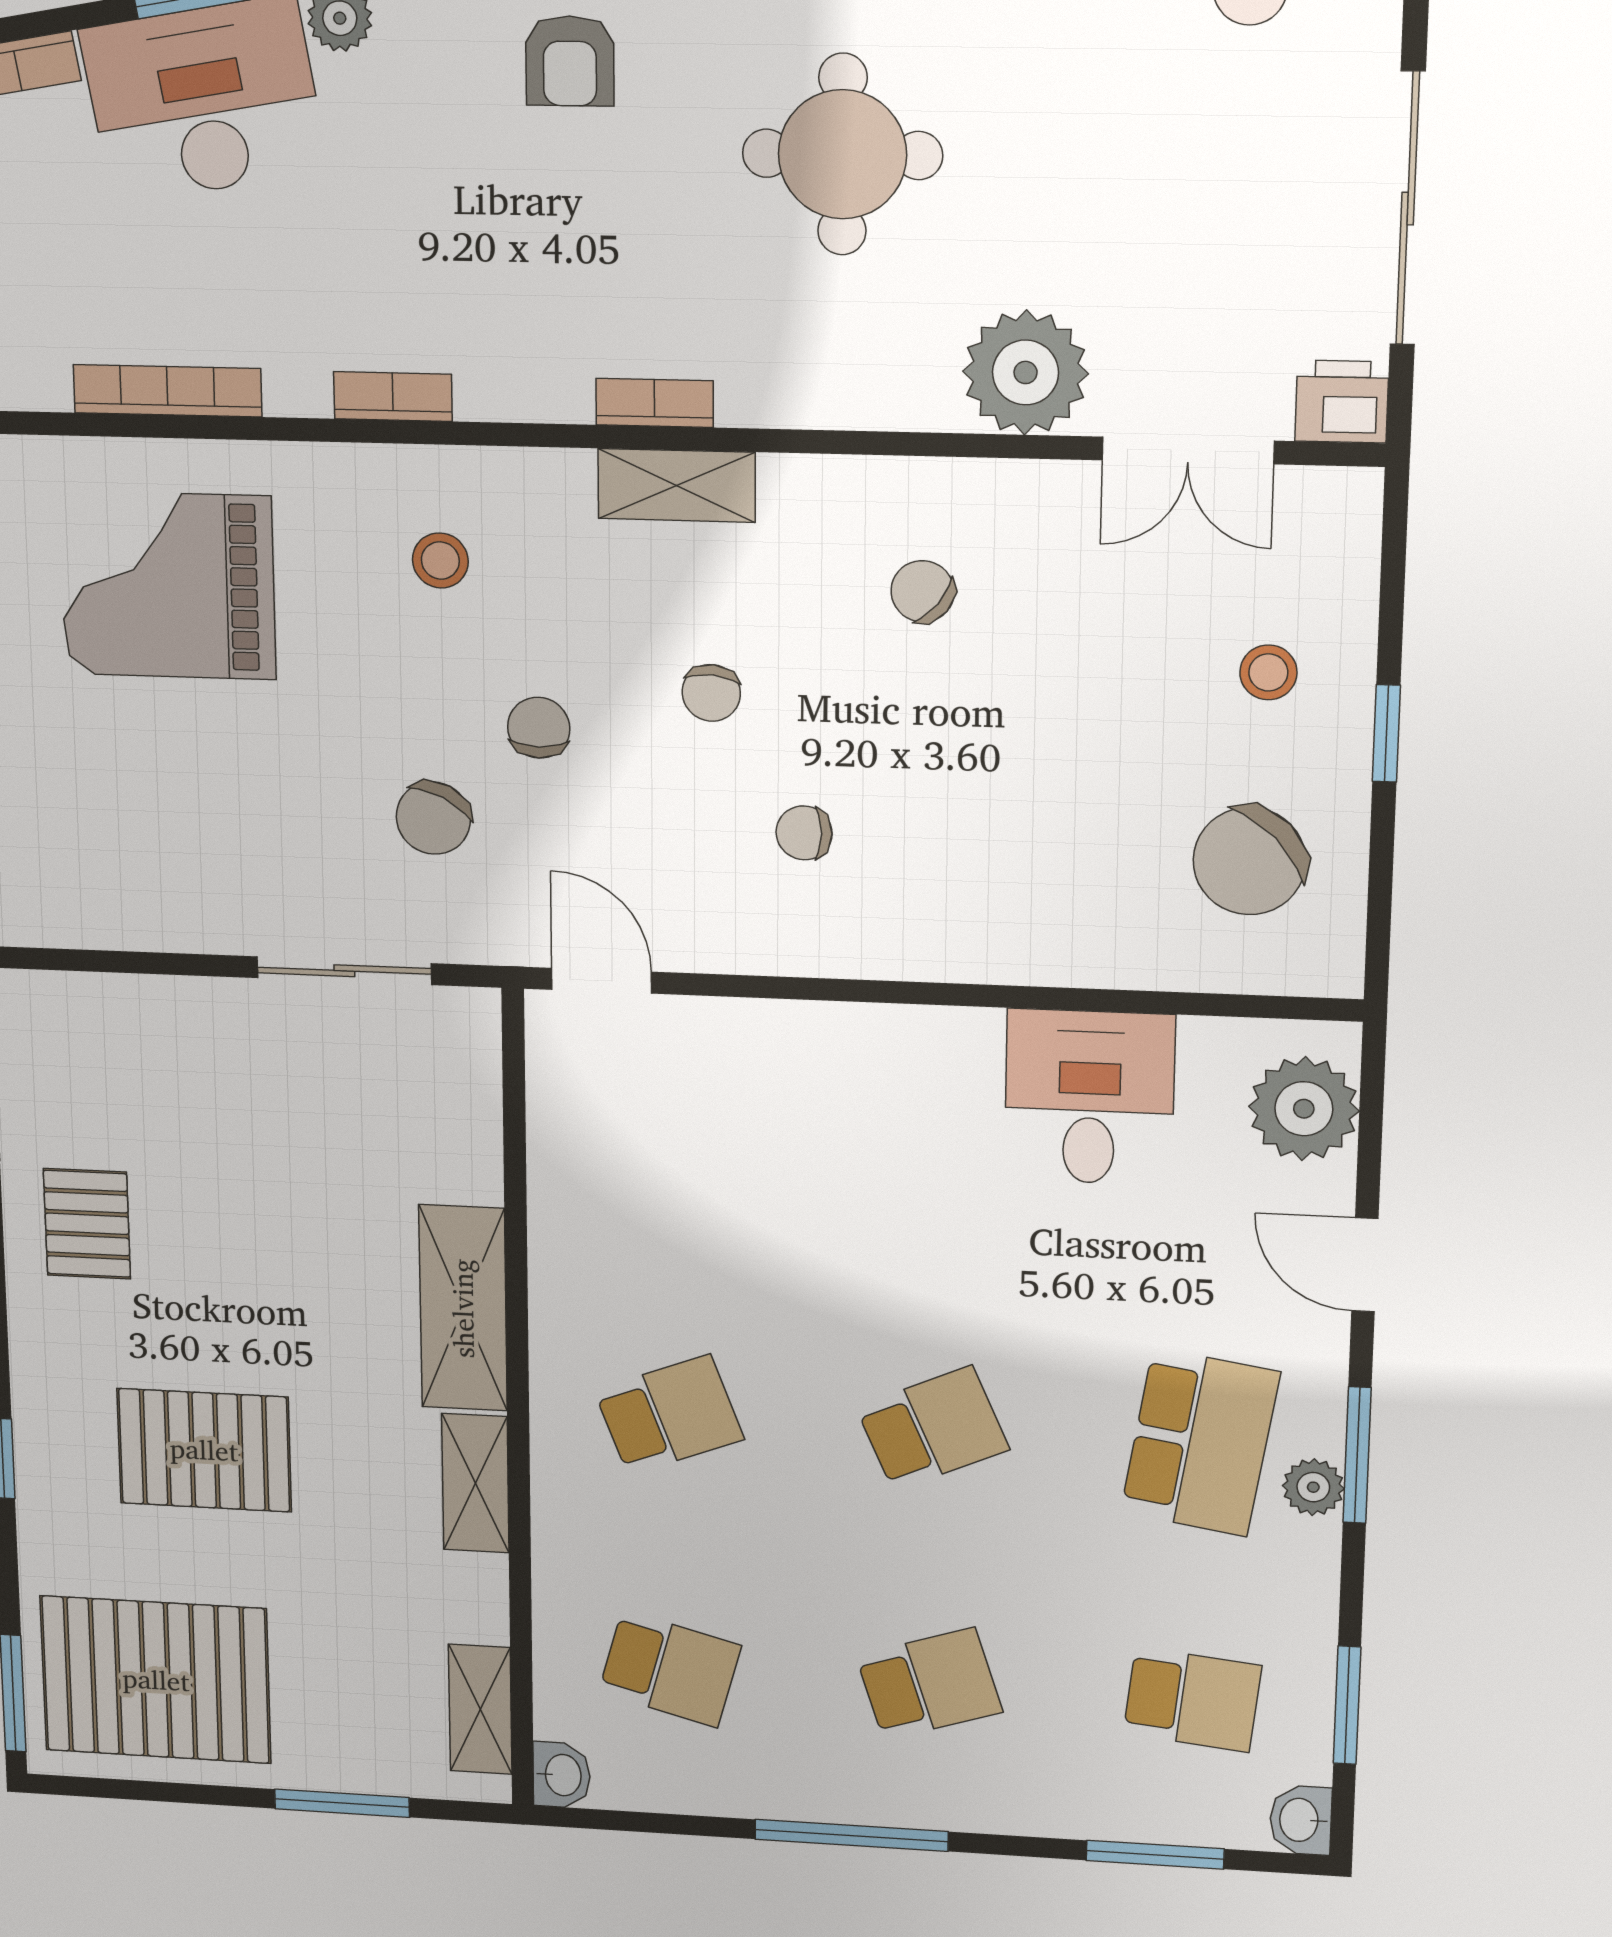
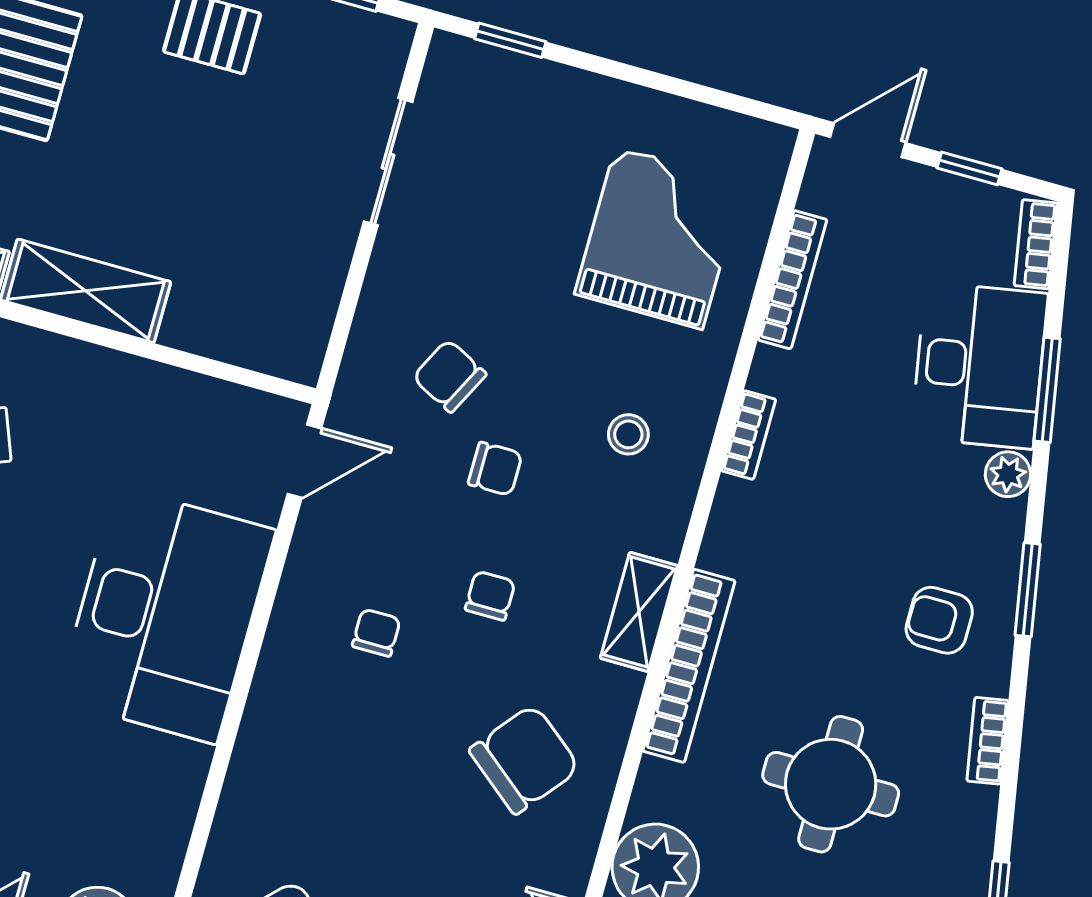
bookcase: (655, 403) -> (689, 666), width x2.31, depth x1.31
chair: (923, 591) -> (525, 759), width x1.87, depth x1.87
chair: (711, 693) -> (490, 596), turned 85
sliding door: (344, 971) -> (388, 162), moved
desk: (1090, 1097) -> (166, 615), moved, width x1.87, depth x1.30

